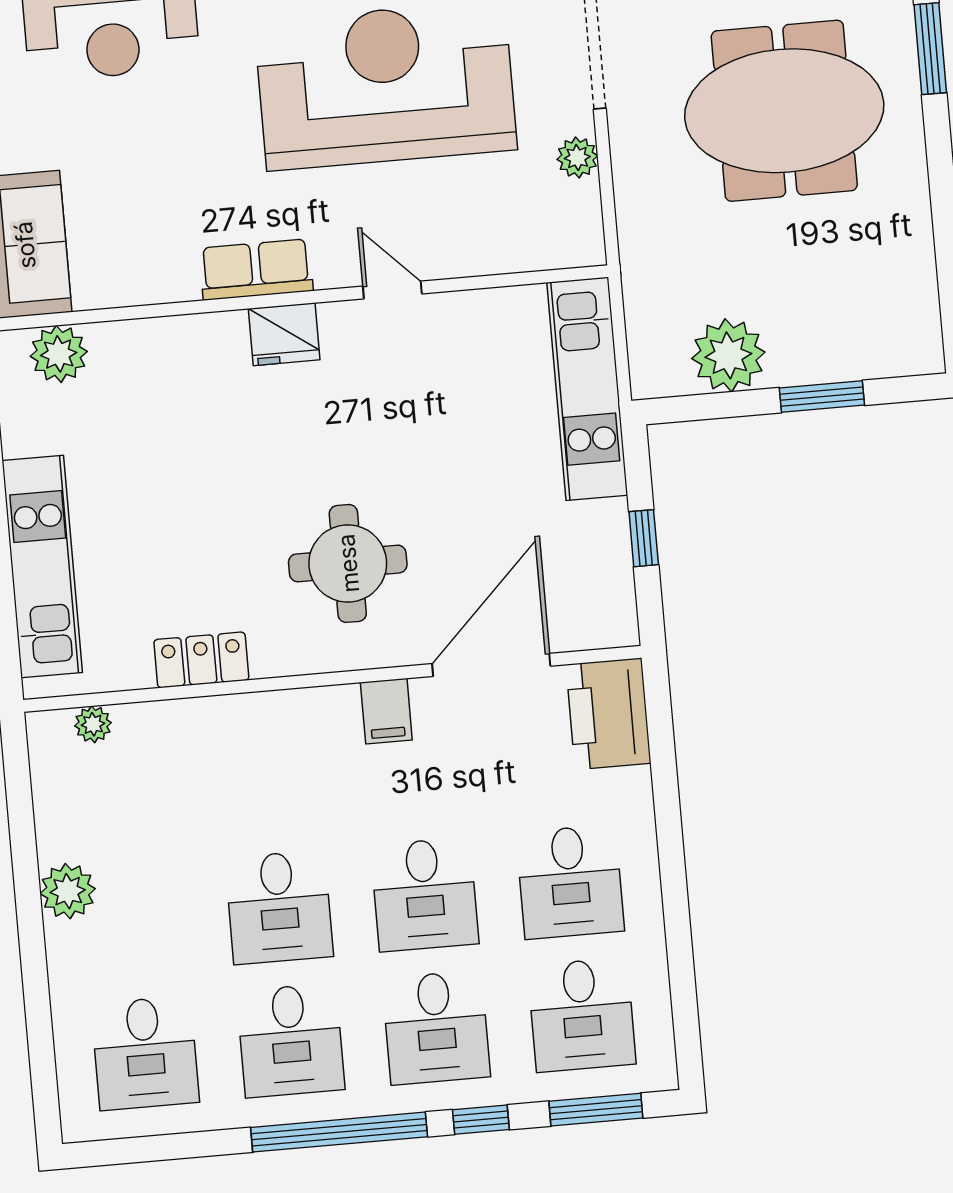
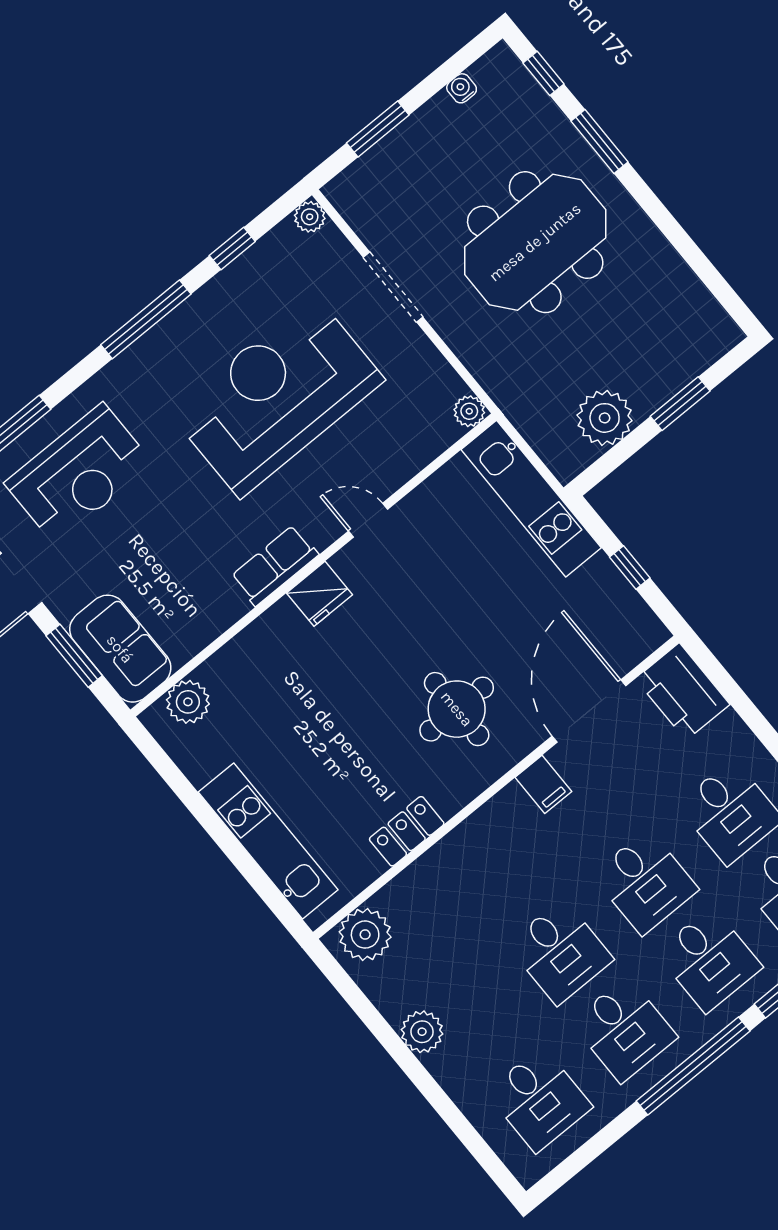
plant: (577, 158) -> (469, 411), moved
plant: (93, 724) -> (365, 935), width x1.88, depth x1.88

